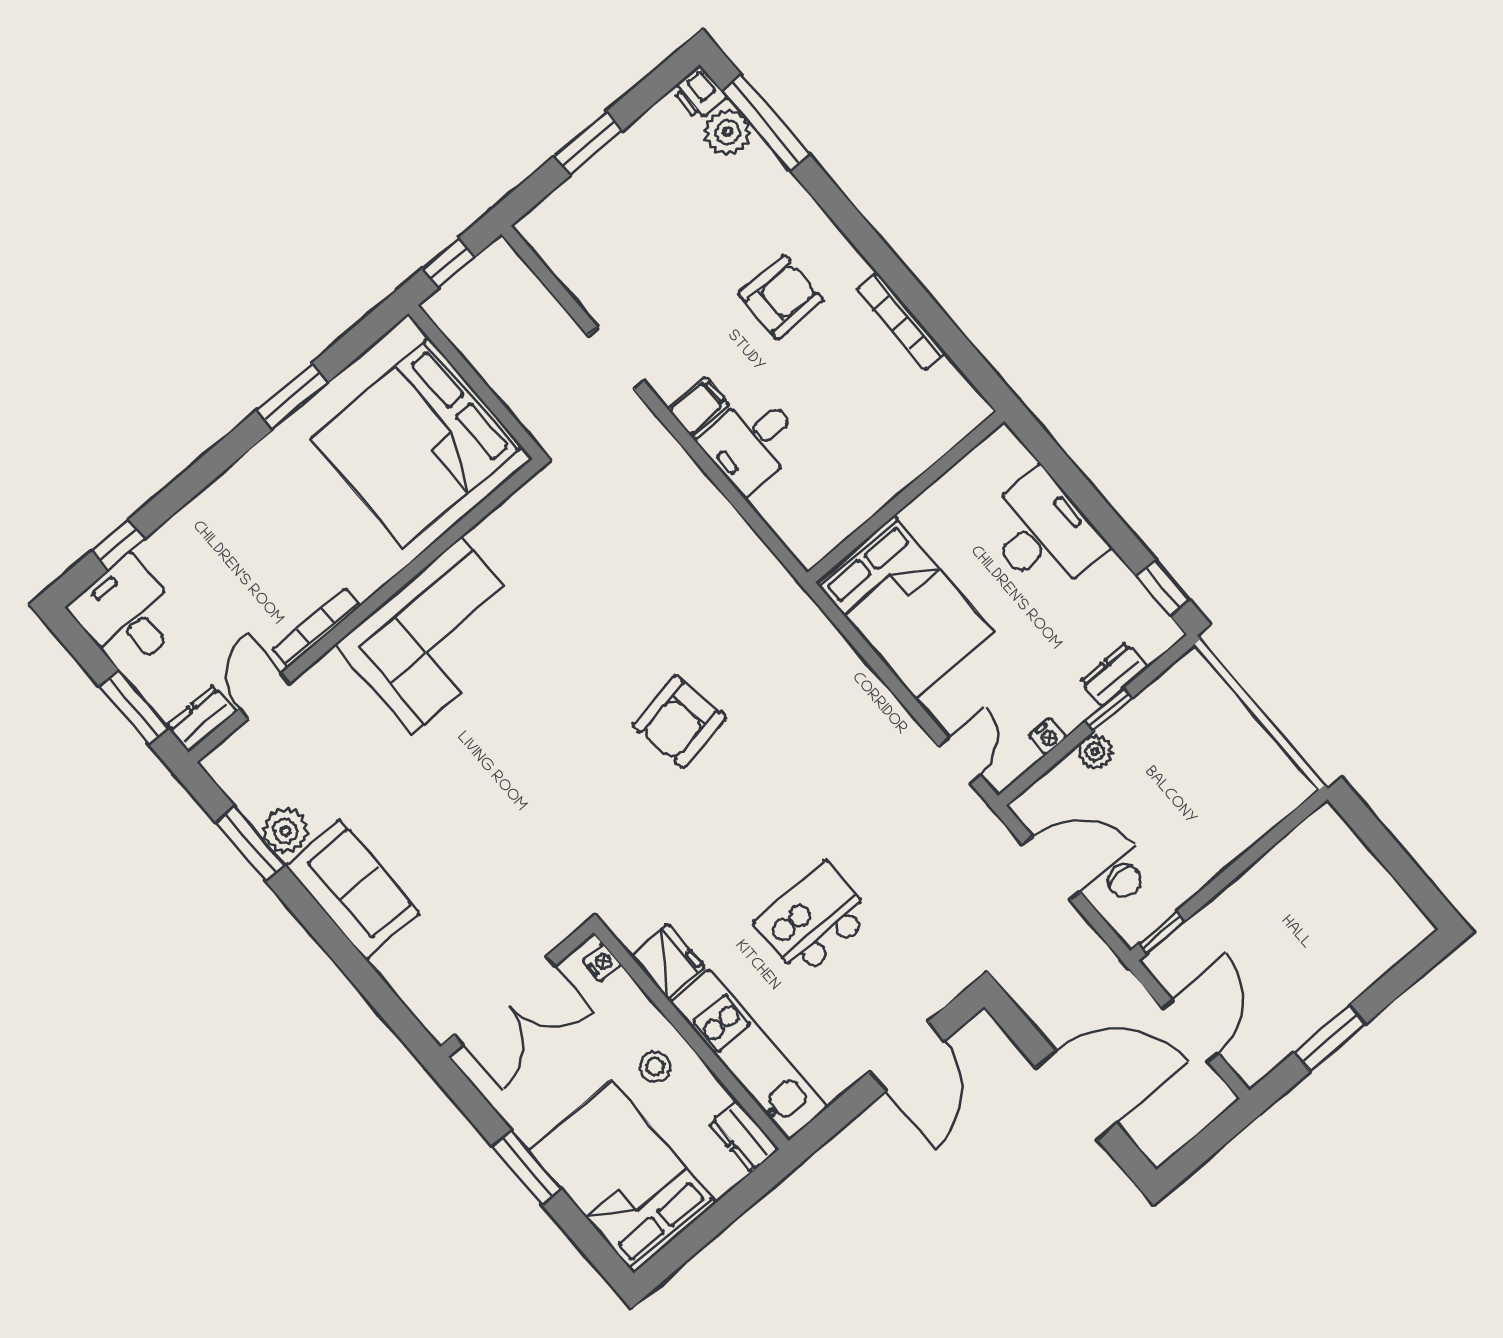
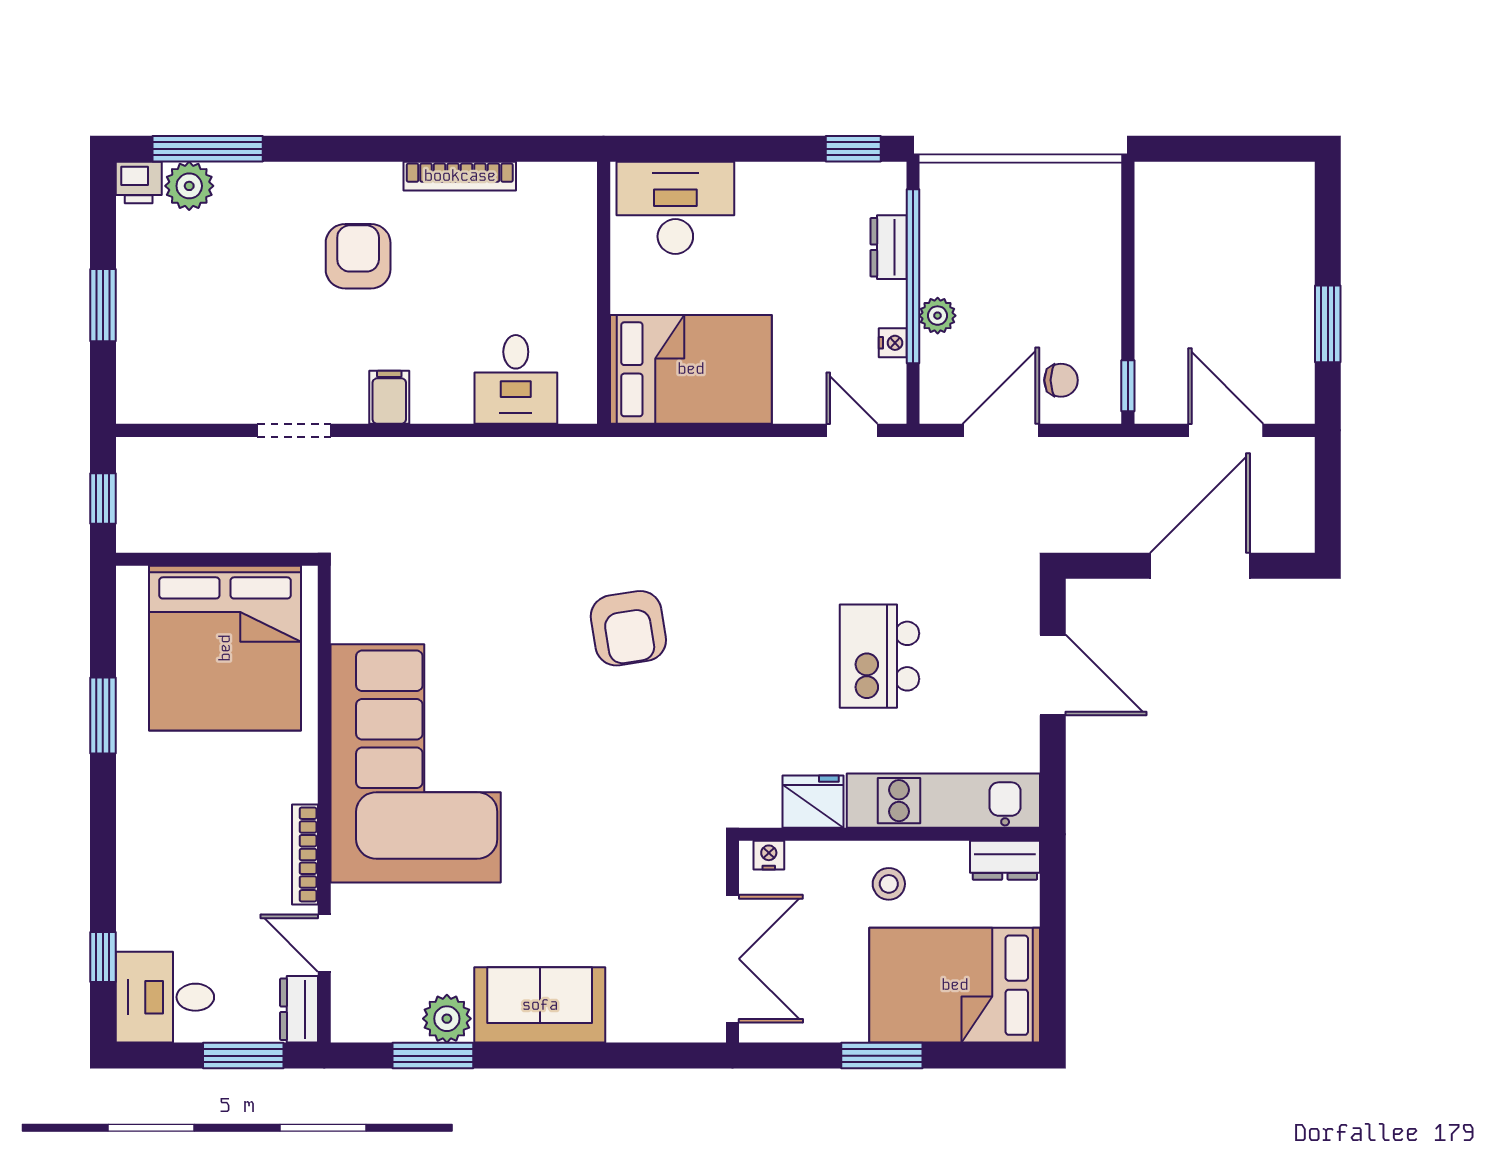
desk: (751, 442) -> (516, 379), moved
desk: (1043, 533) -> (675, 208), moved
corner sofa: (437, 635) -> (416, 763), width x1.36, depth x1.36
window: (1108, 710) -> (913, 276), width x3.17

